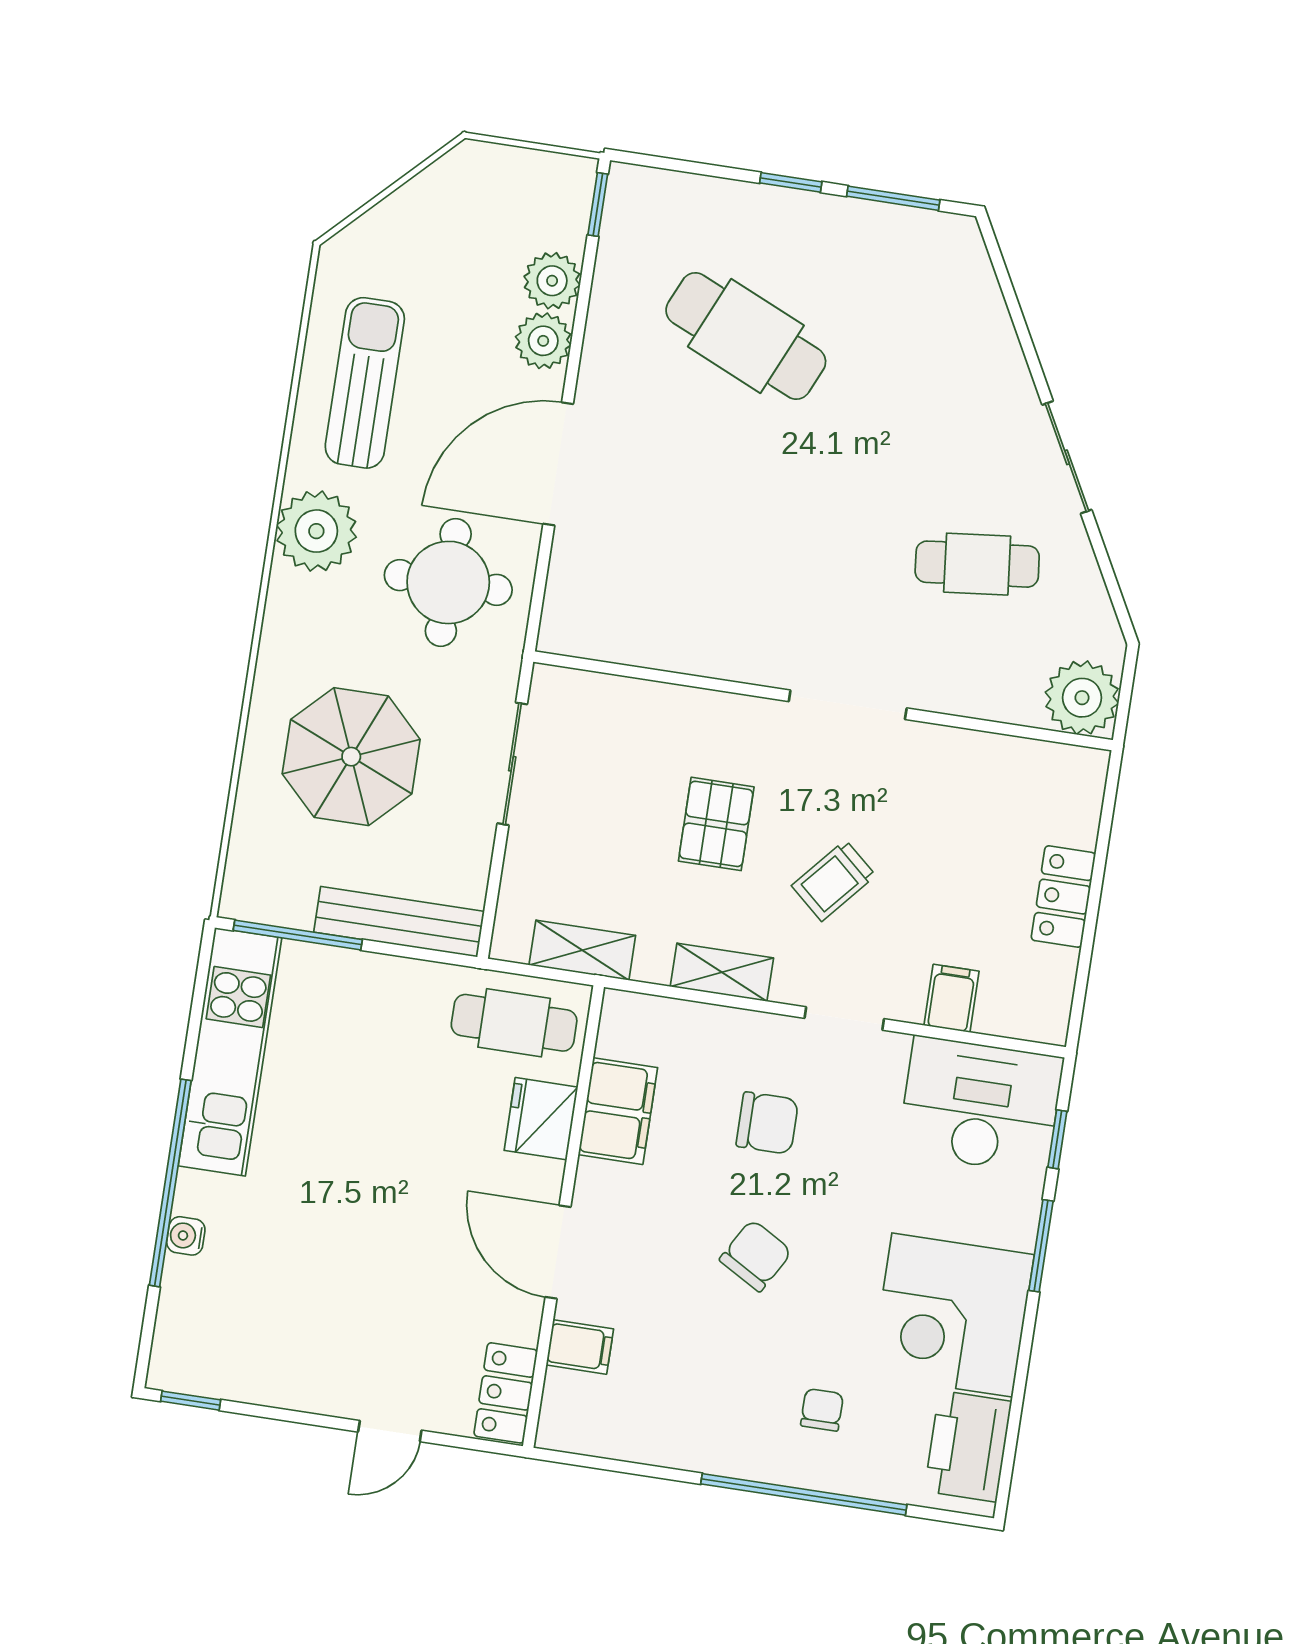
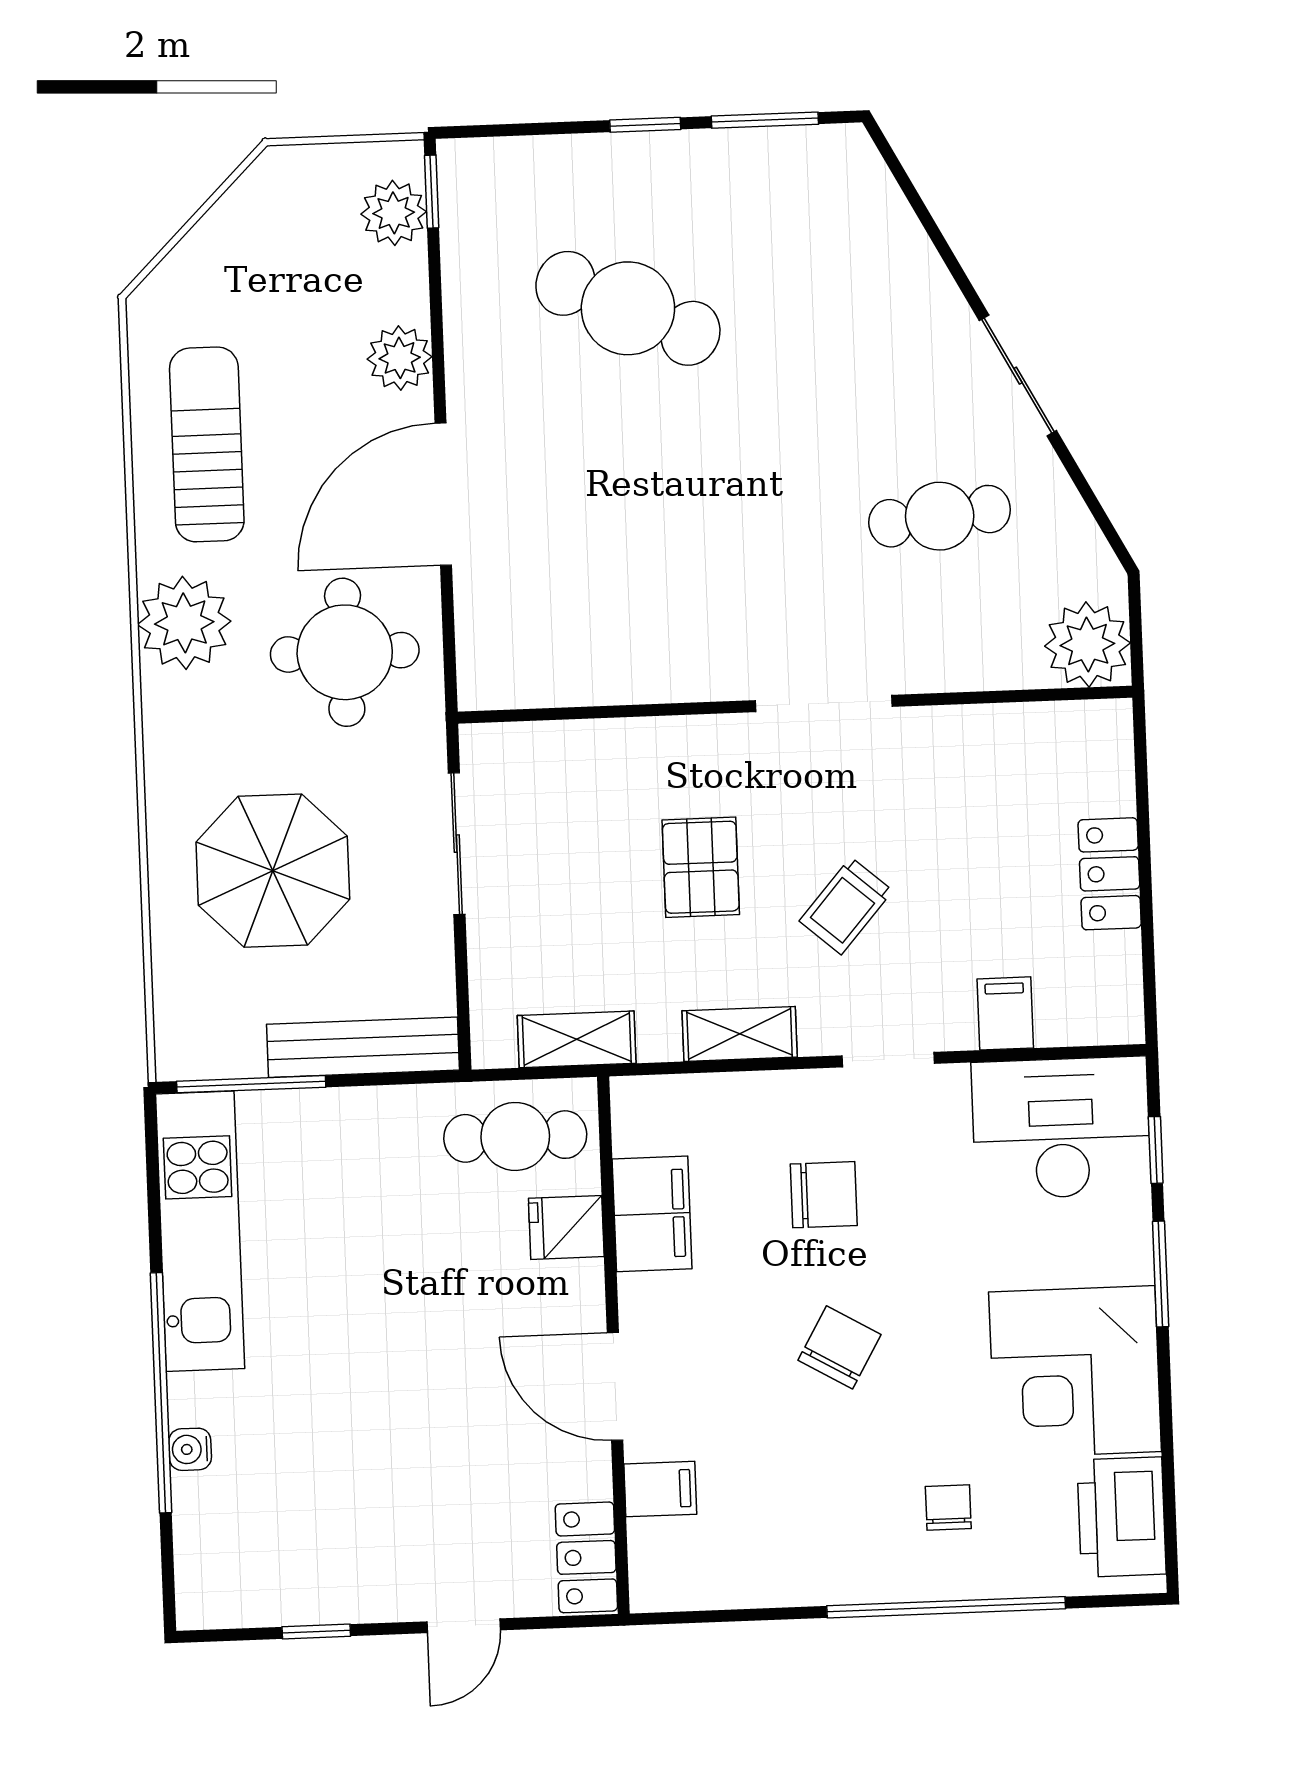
plant: (552, 281) -> (394, 213), moved
fridge: (541, 1119) -> (566, 1227), width x0.72
window: (191, 1401) -> (316, 1631), moved

